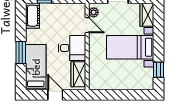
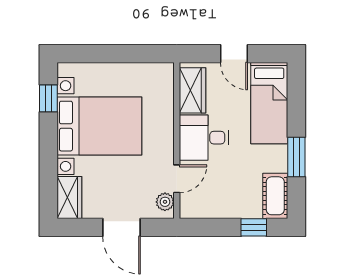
door: (87, 25) -> (177, 179), swing flipped
bed with nightstands: (130, 47) -> (99, 126), width x1.36
window: (21, 53) -> (296, 157), moved

